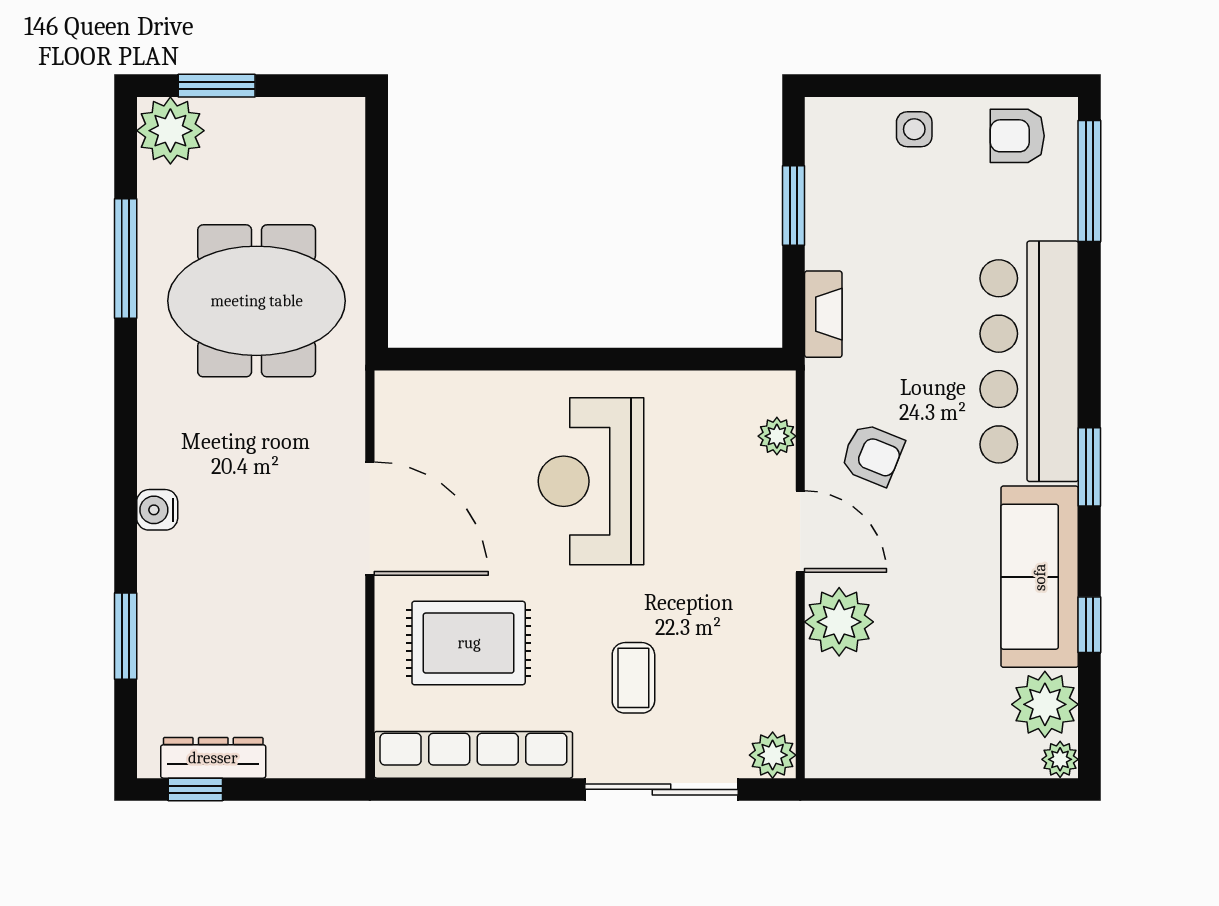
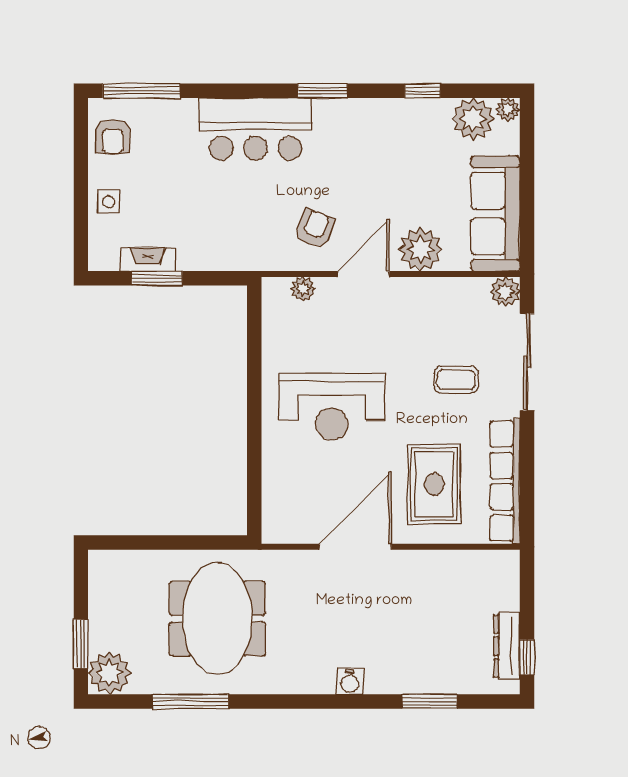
fireplace: (823, 314) -> (148, 259), moved
bar counter: (1029, 361) -> (256, 129), width x0.73
sofa: (1040, 577) -> (495, 214), moved, turned 90

